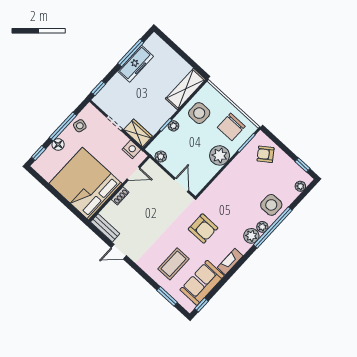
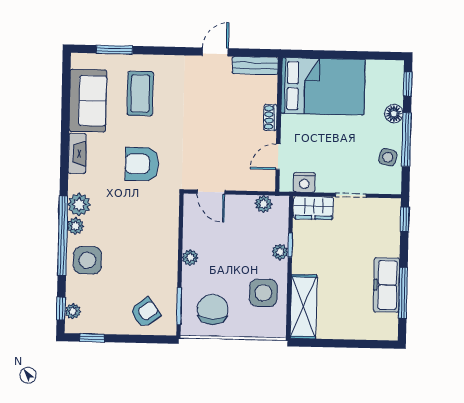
plant: (220, 155) -> (190, 257), width x0.53, depth x0.53
bed: (85, 184) -> (323, 86), width x0.73
window: (201, 305) -> (61, 309), moved

